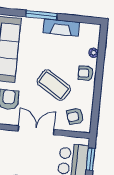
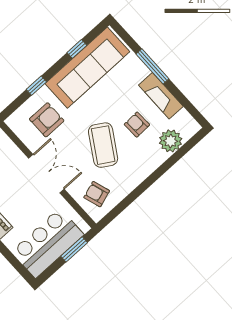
plant: (94, 53) -> (171, 141), width x1.87, depth x1.87
armchair: (86, 73) -> (137, 125), moved

